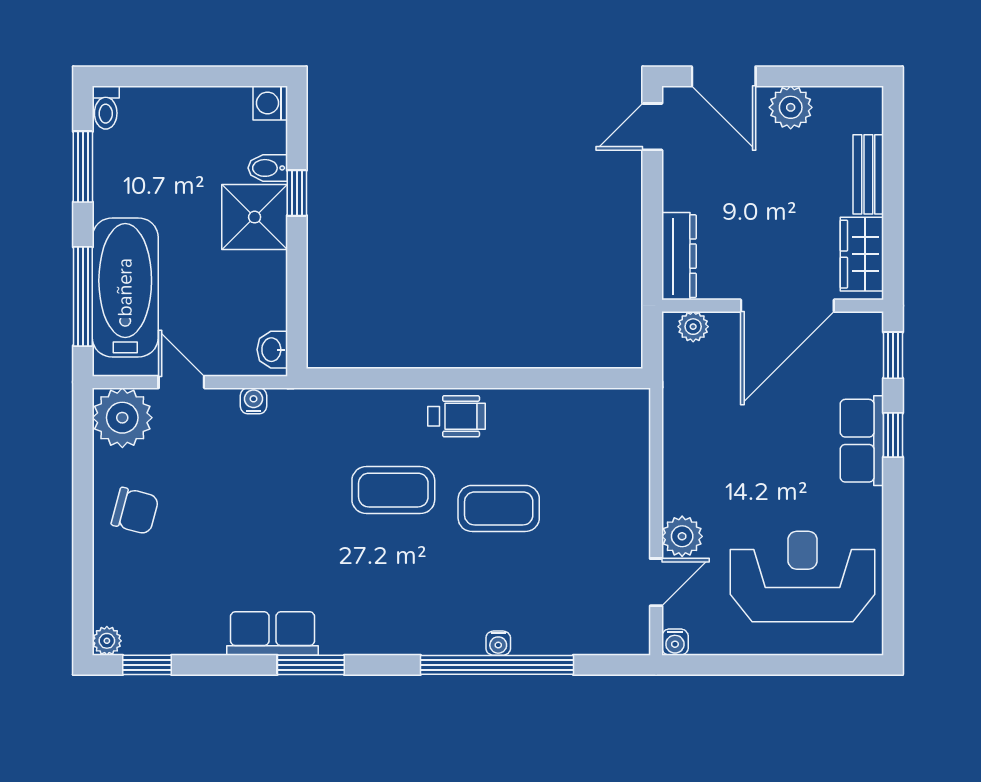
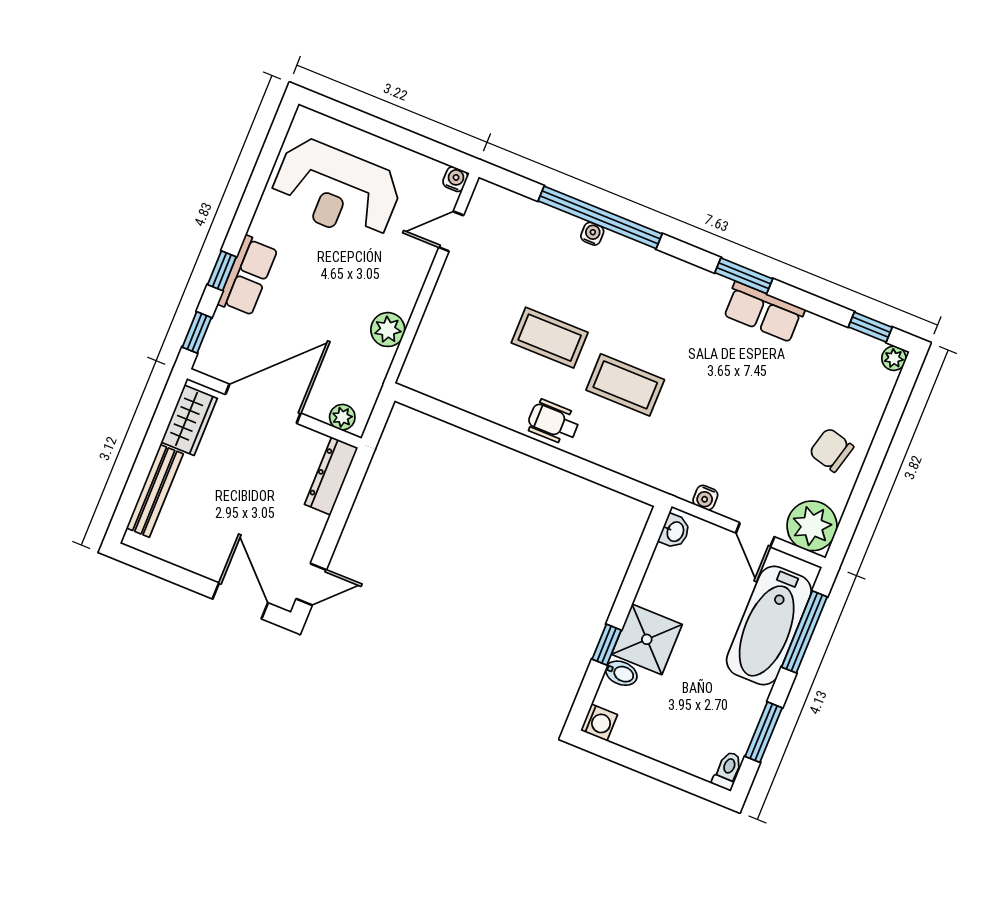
plant: (791, 107) -> (198, 556), removed
bench: (868, 174) -> (155, 491), width x1.36
plant: (682, 536) -> (388, 330), moved

